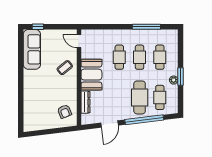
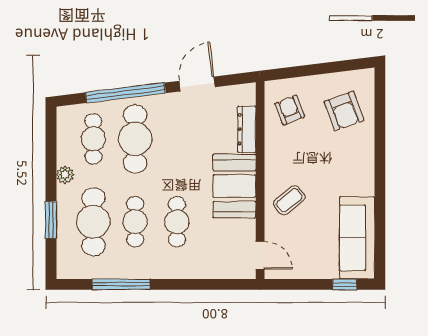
cafe table: (160, 57) -> (93, 222), width x1.37, depth x1.35
window: (180, 76) -> (51, 220), moved
armchair: (38, 111) -> (344, 111), added

